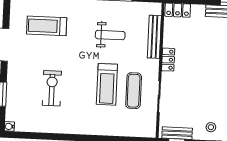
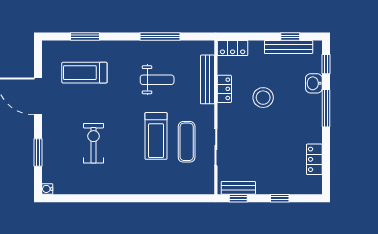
locker: (168, 60) -> (224, 89), moved
stool: (211, 127) -> (263, 98), moved, width x1.89, depth x1.89

